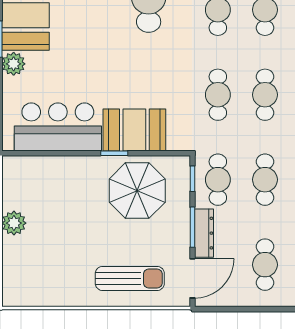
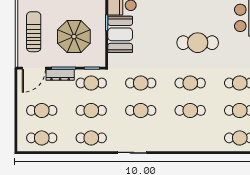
parasol: (137, 191) -> (74, 37), moved
sun lounger: (130, 278) -> (34, 32), turned 180
door: (192, 278) -> (34, 68), hinge flipped

